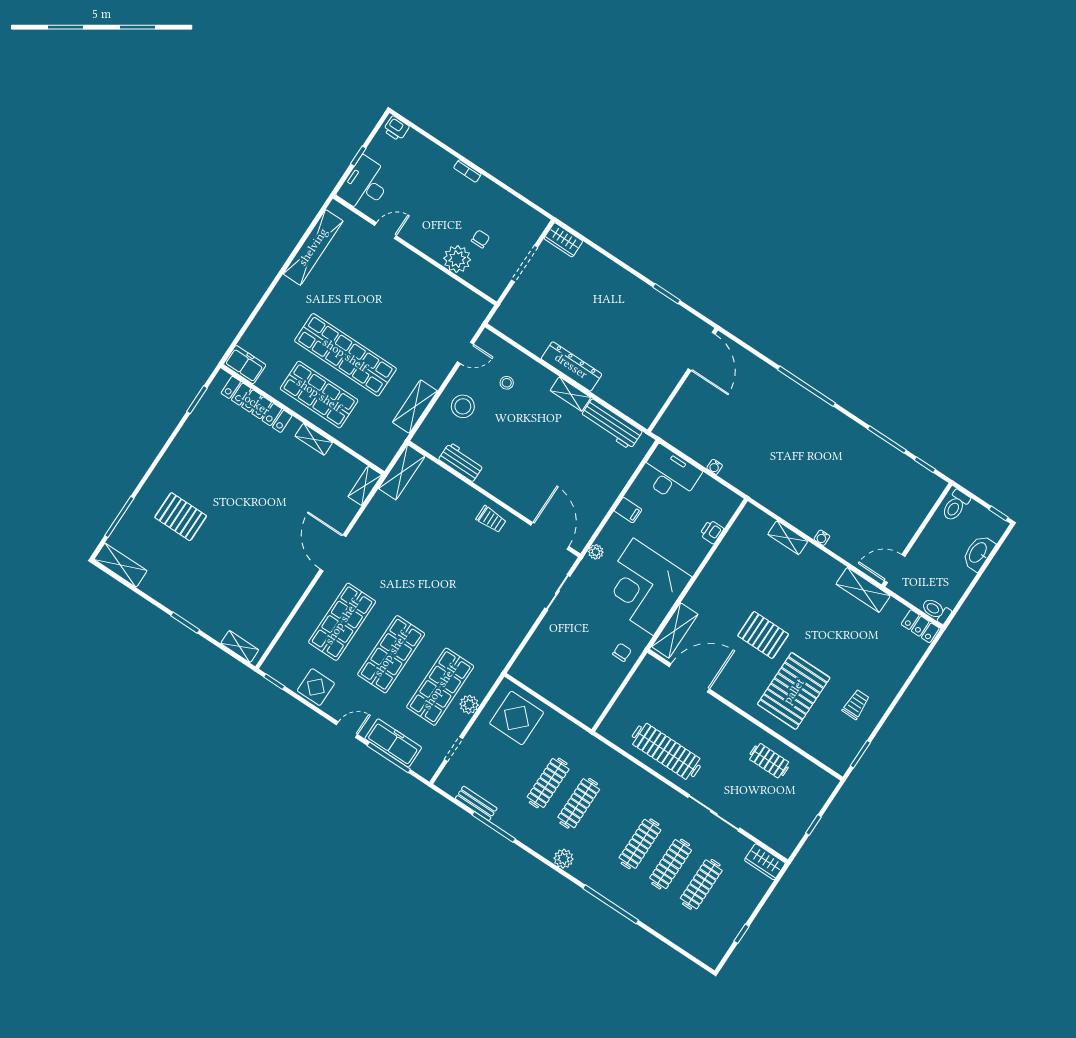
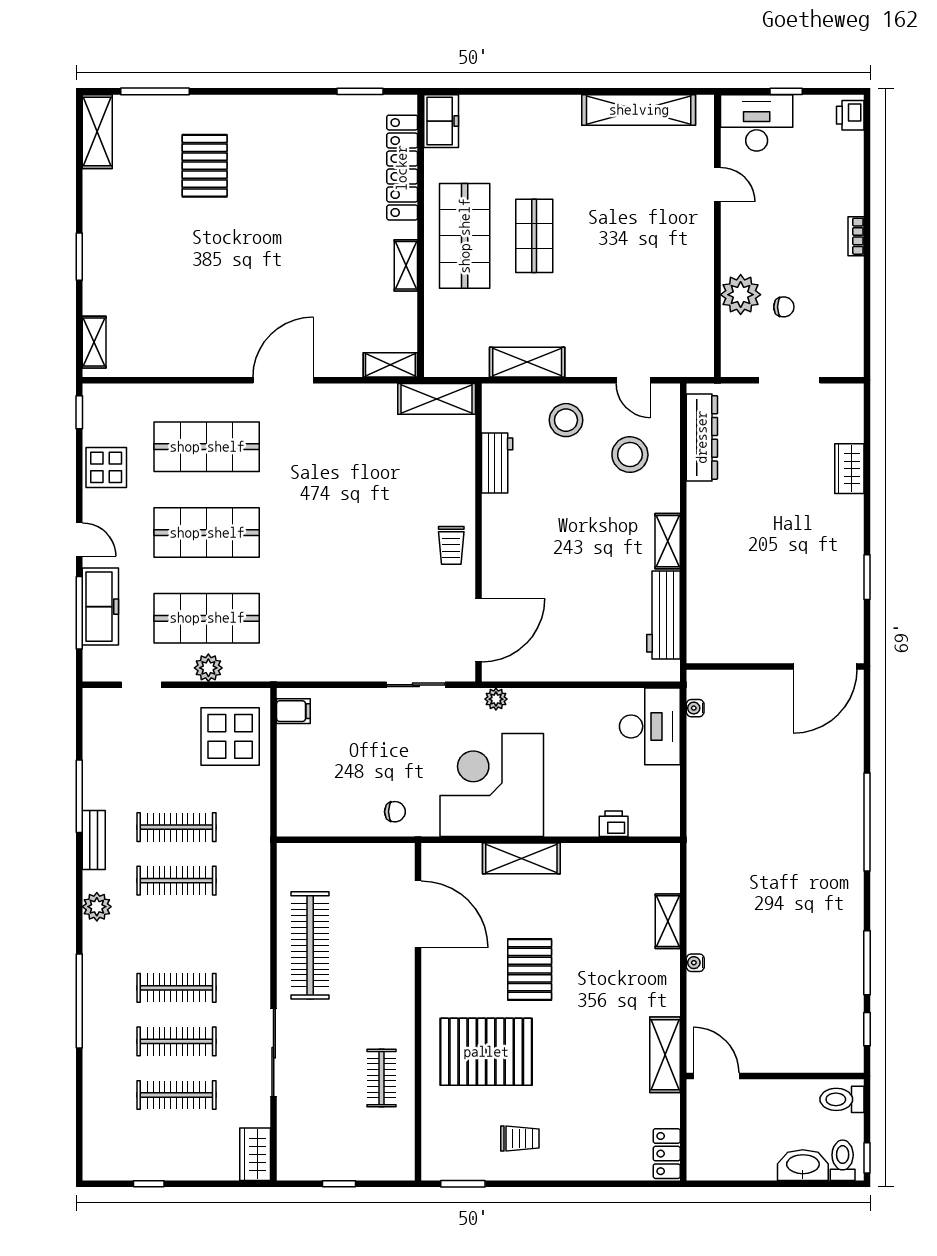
wardrobe: (563, 240) -> (849, 469), moved
shop shelf: (345, 355) -> (534, 236), width x0.50, depth x0.74
dresser: (571, 366) -> (702, 437), moved
stool: (507, 383) -> (630, 455), width x1.89, depth x1.89
water cooler: (715, 467) -> (695, 708), moved
filing cabinet: (628, 510) -> (293, 711), moved, turned -90
toilet: (936, 610) -> (843, 1160), moved
shelving: (675, 630) -> (521, 858), moved
bench: (476, 803) -> (94, 840), moved

